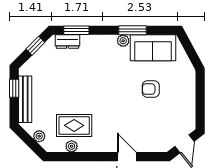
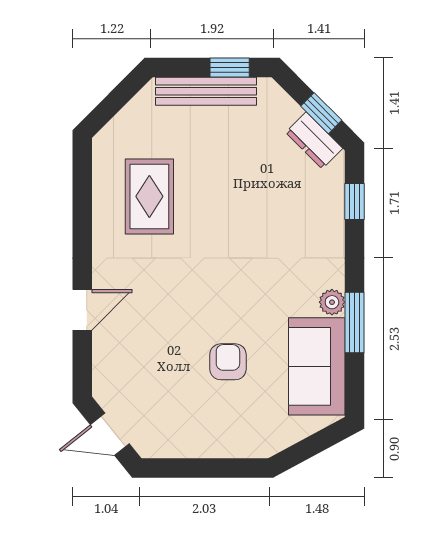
window: (76, 30) -> (355, 202), width x0.67
dresser: (67, 42) -> (314, 140), moved, turned -45
plant: (39, 136) -> (126, 121), removed
plant: (72, 146) -> (105, 191), removed

